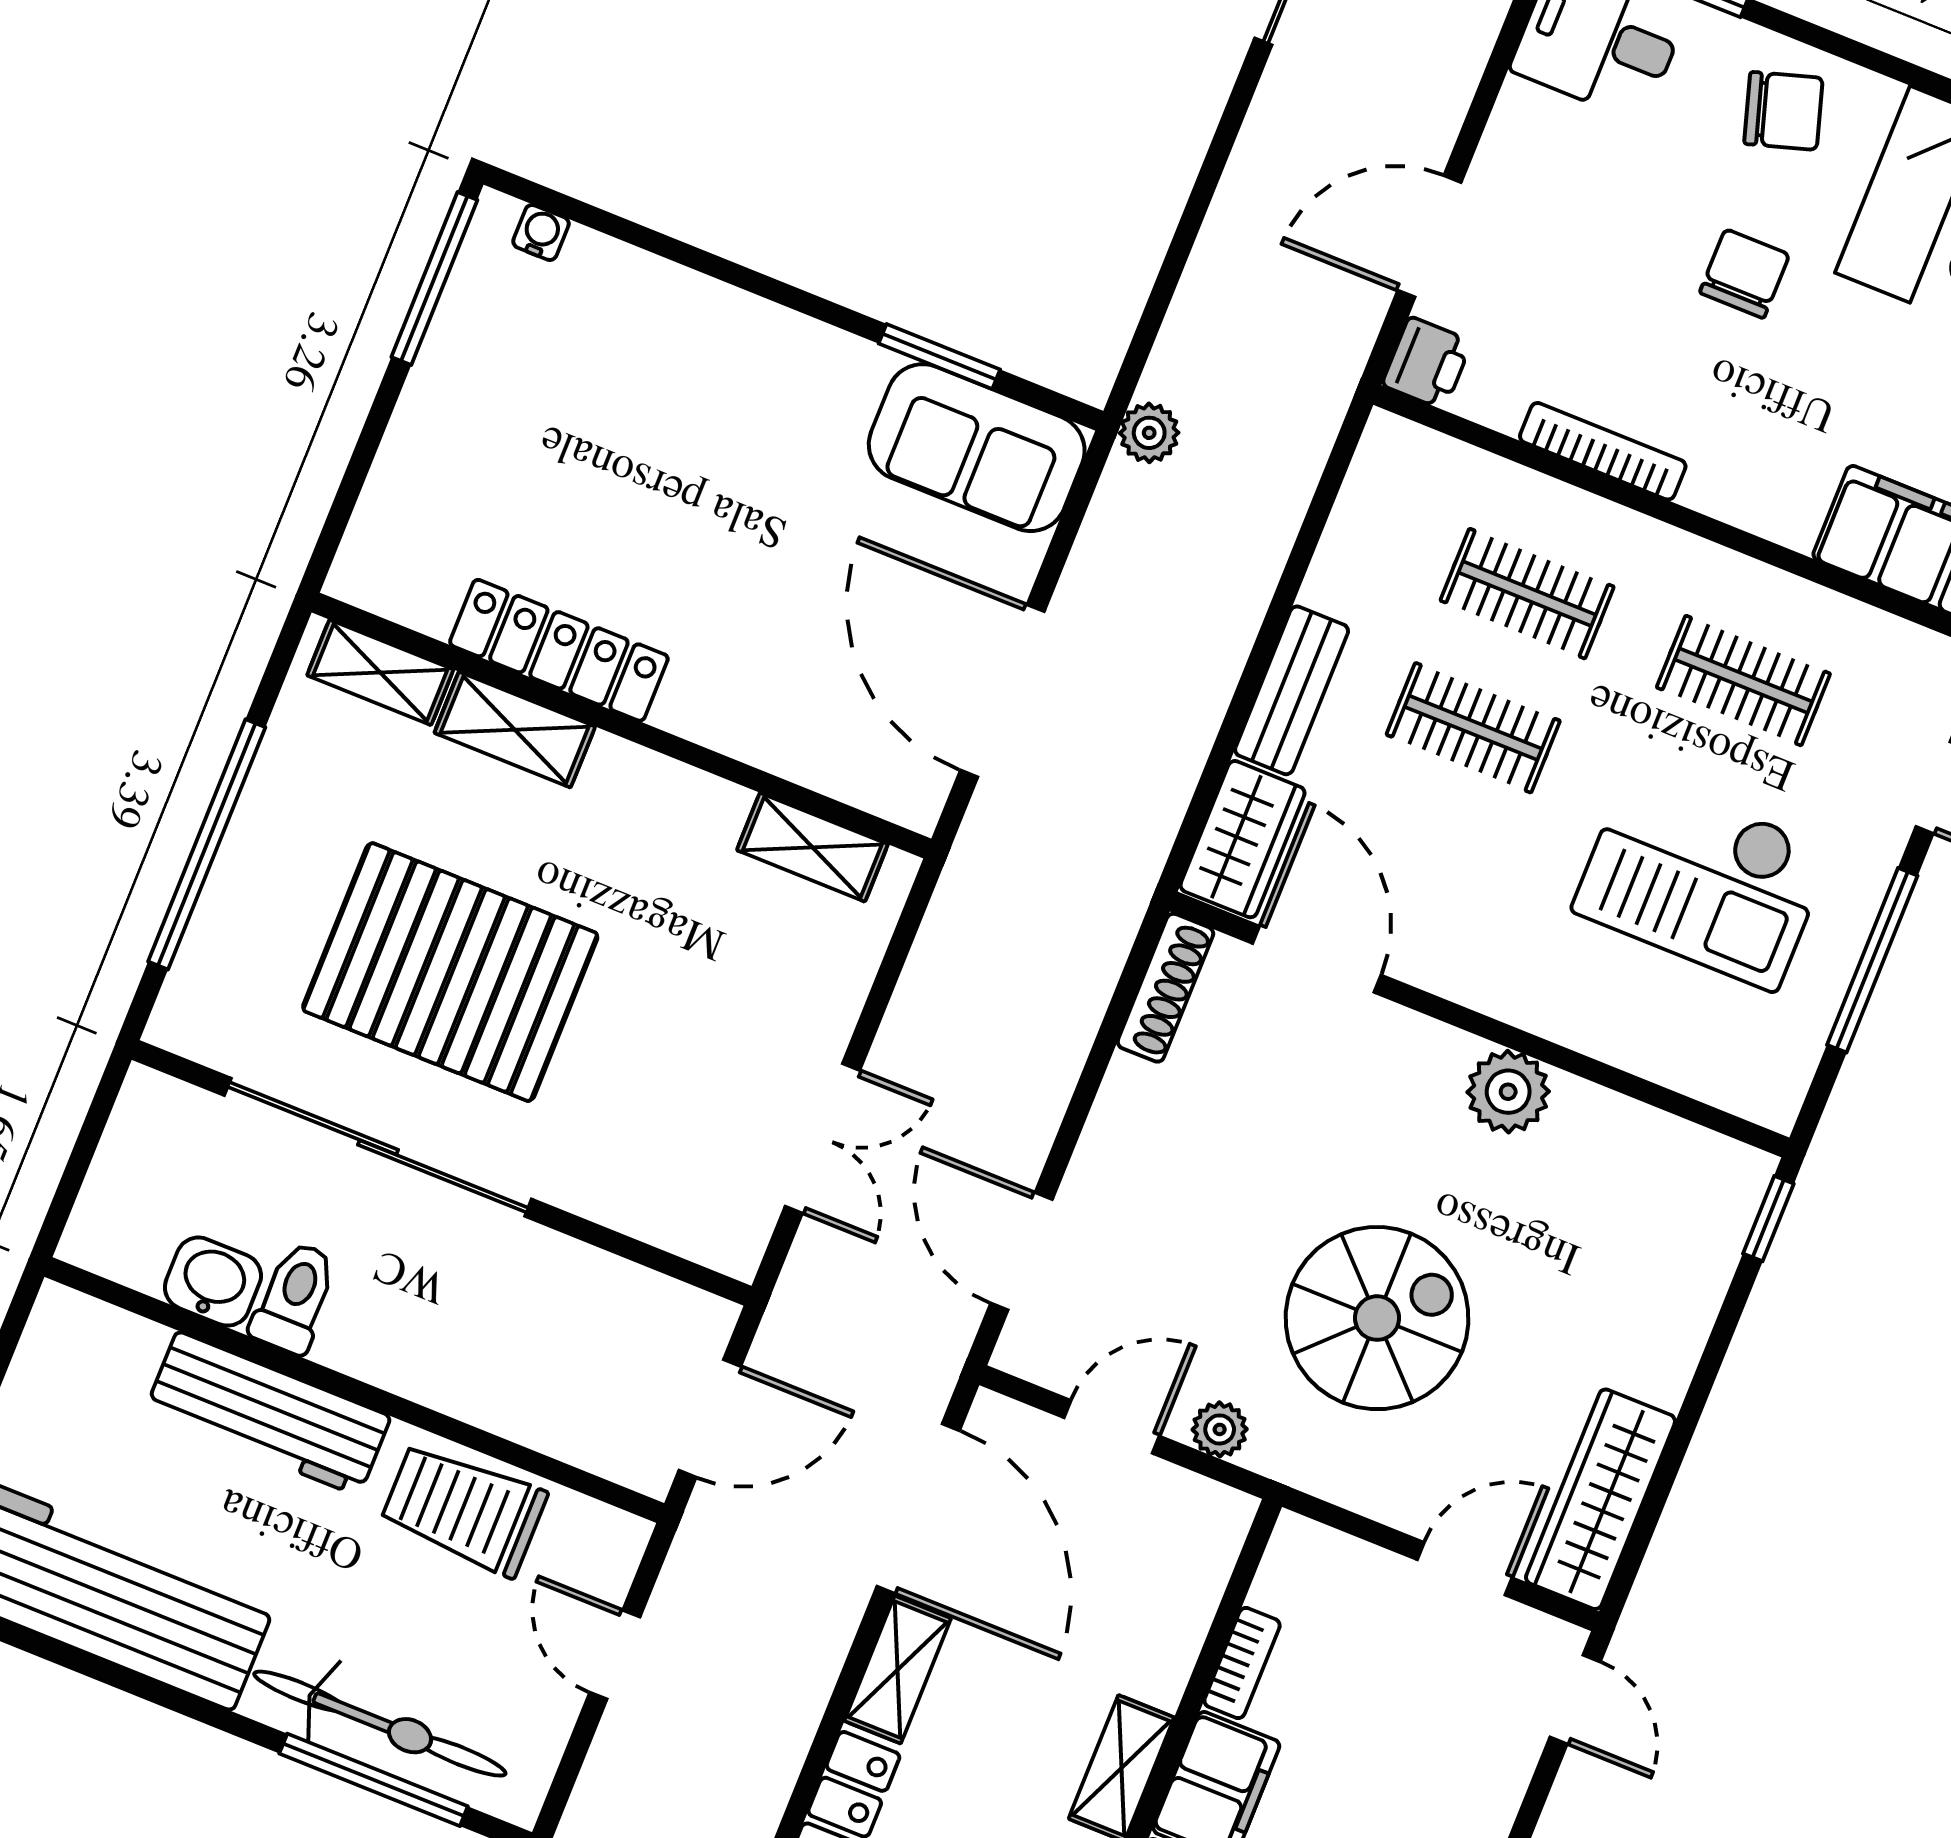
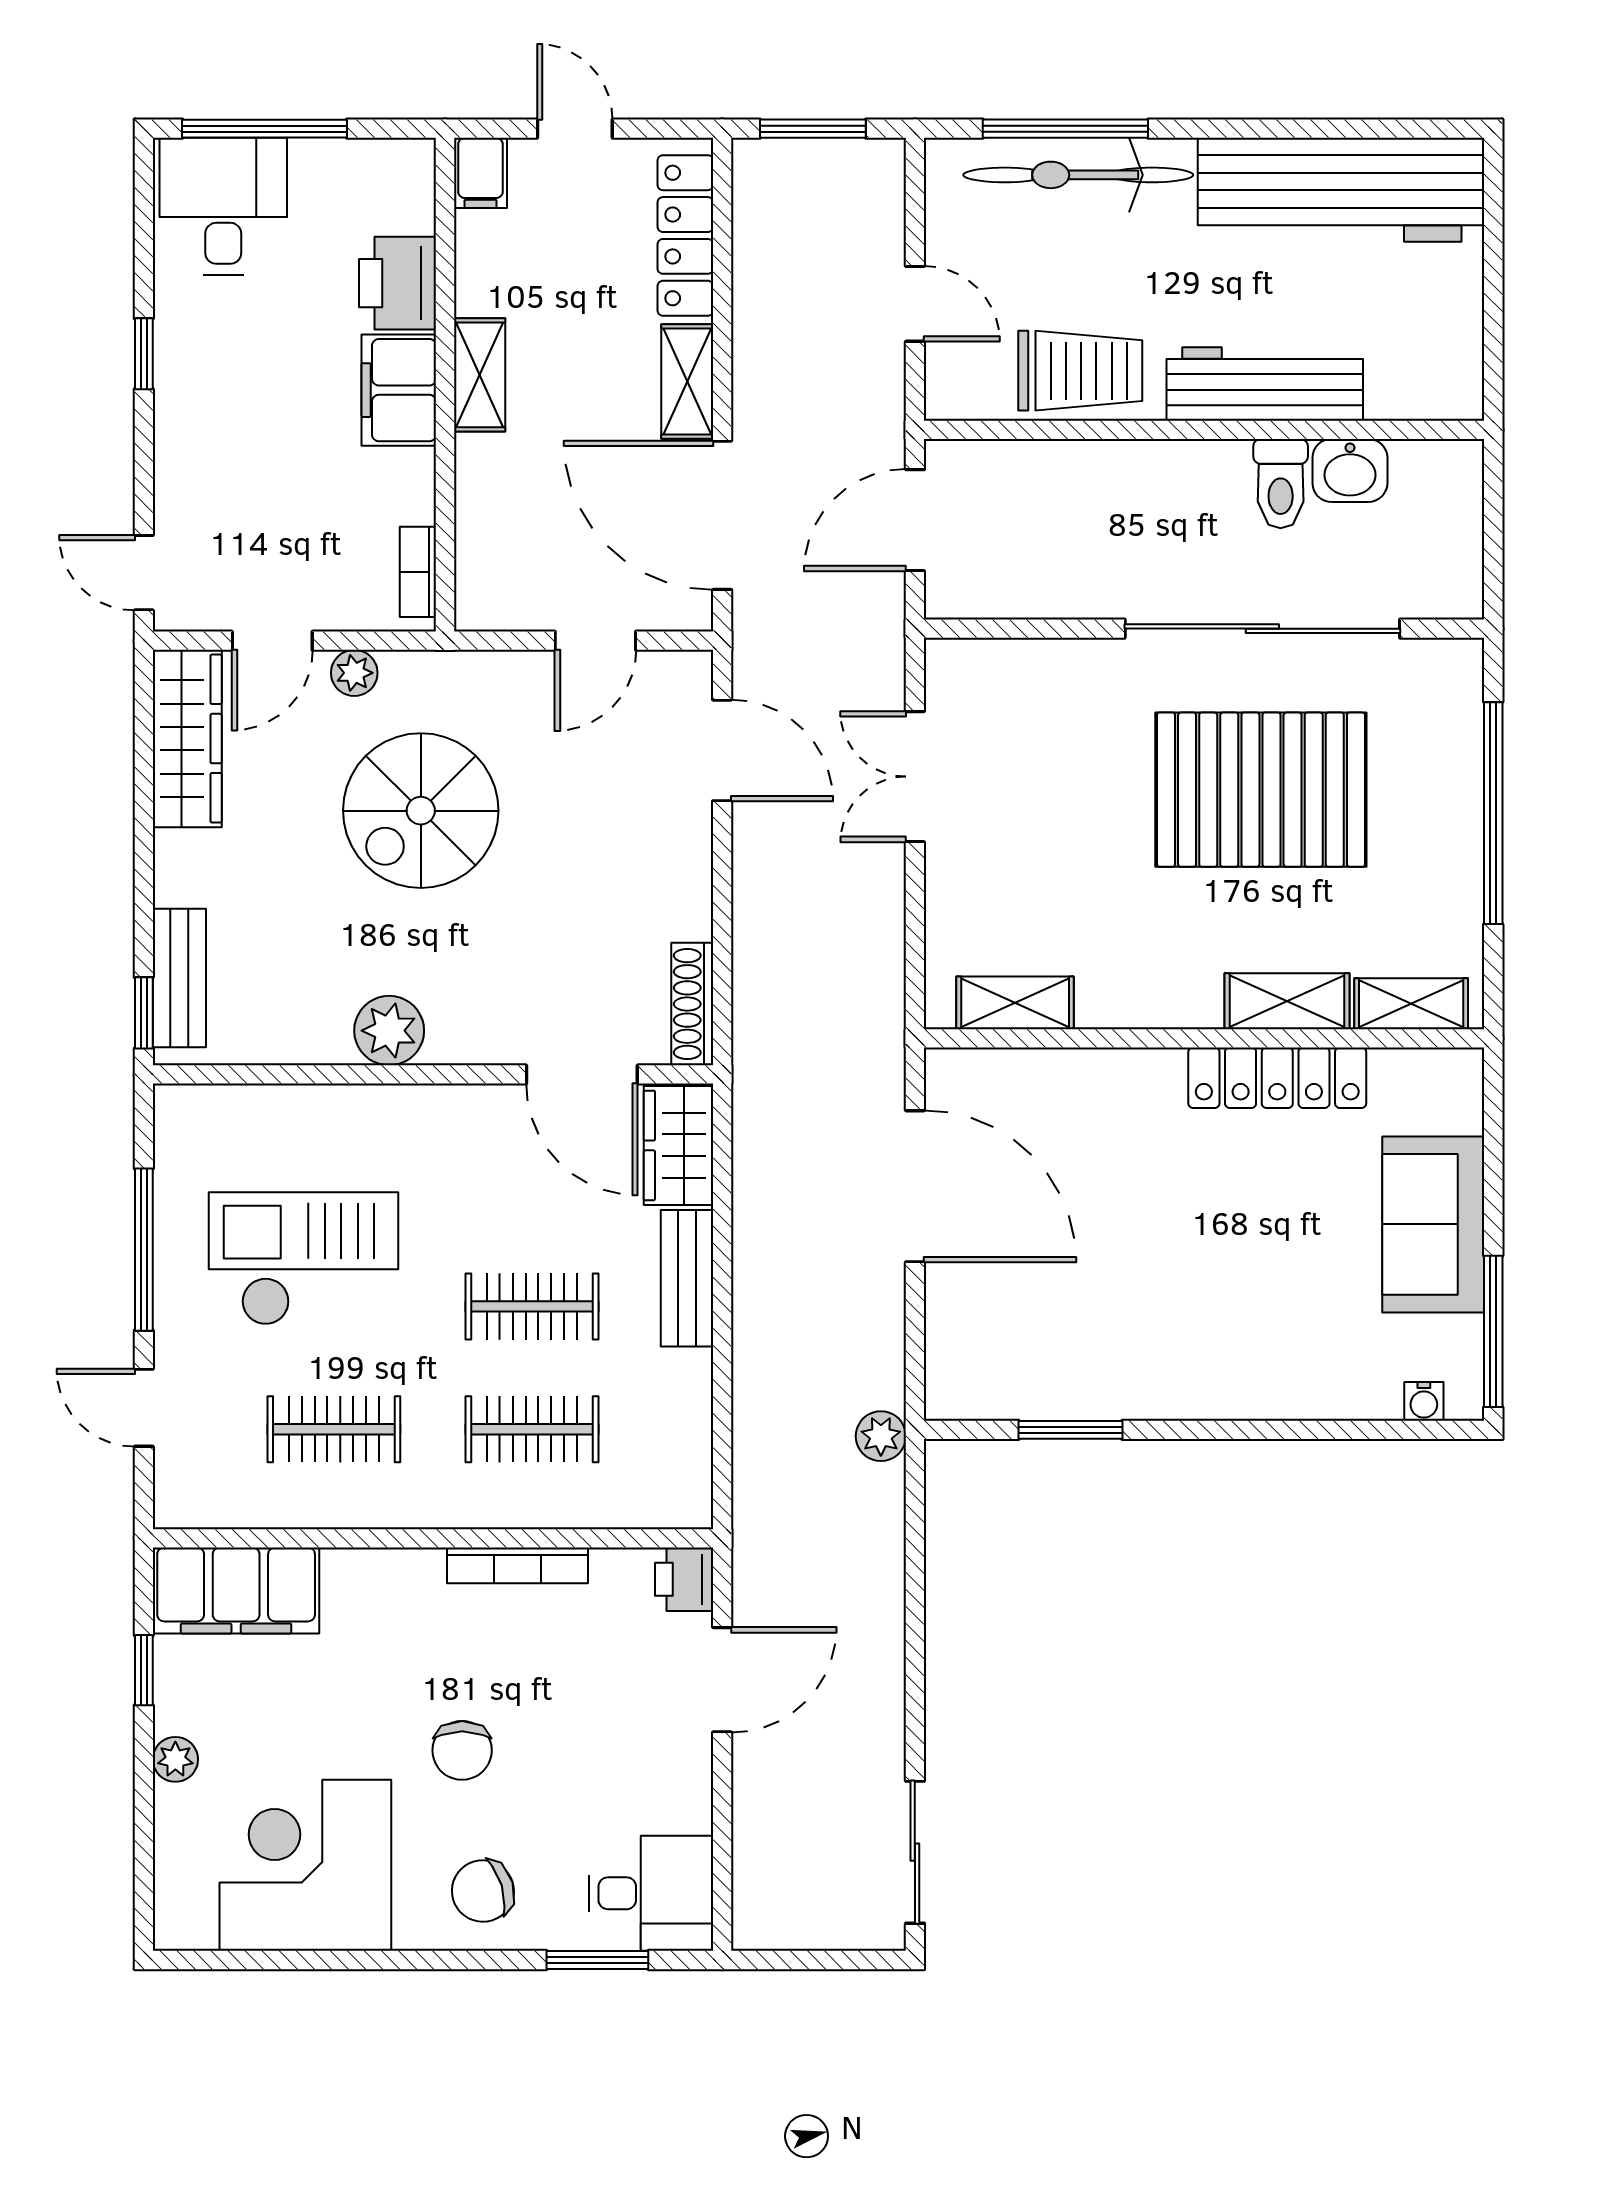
sofa: (977, 448) -> (1433, 1224), moved, turned -90
bench: (1714, 1241) -> (179, 978), added
plant: (1220, 1429) -> (354, 673), moved
bookcase: (1242, 1663) -> (418, 572), moved

